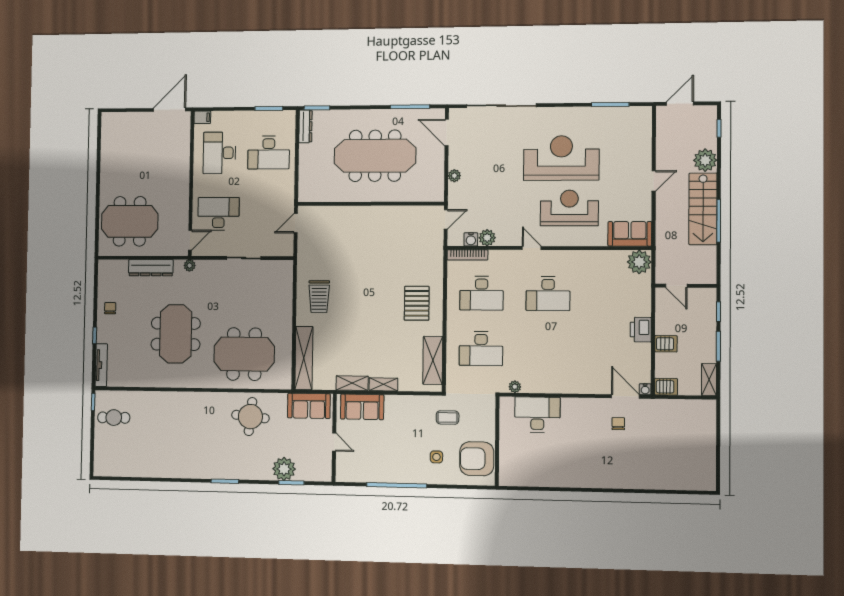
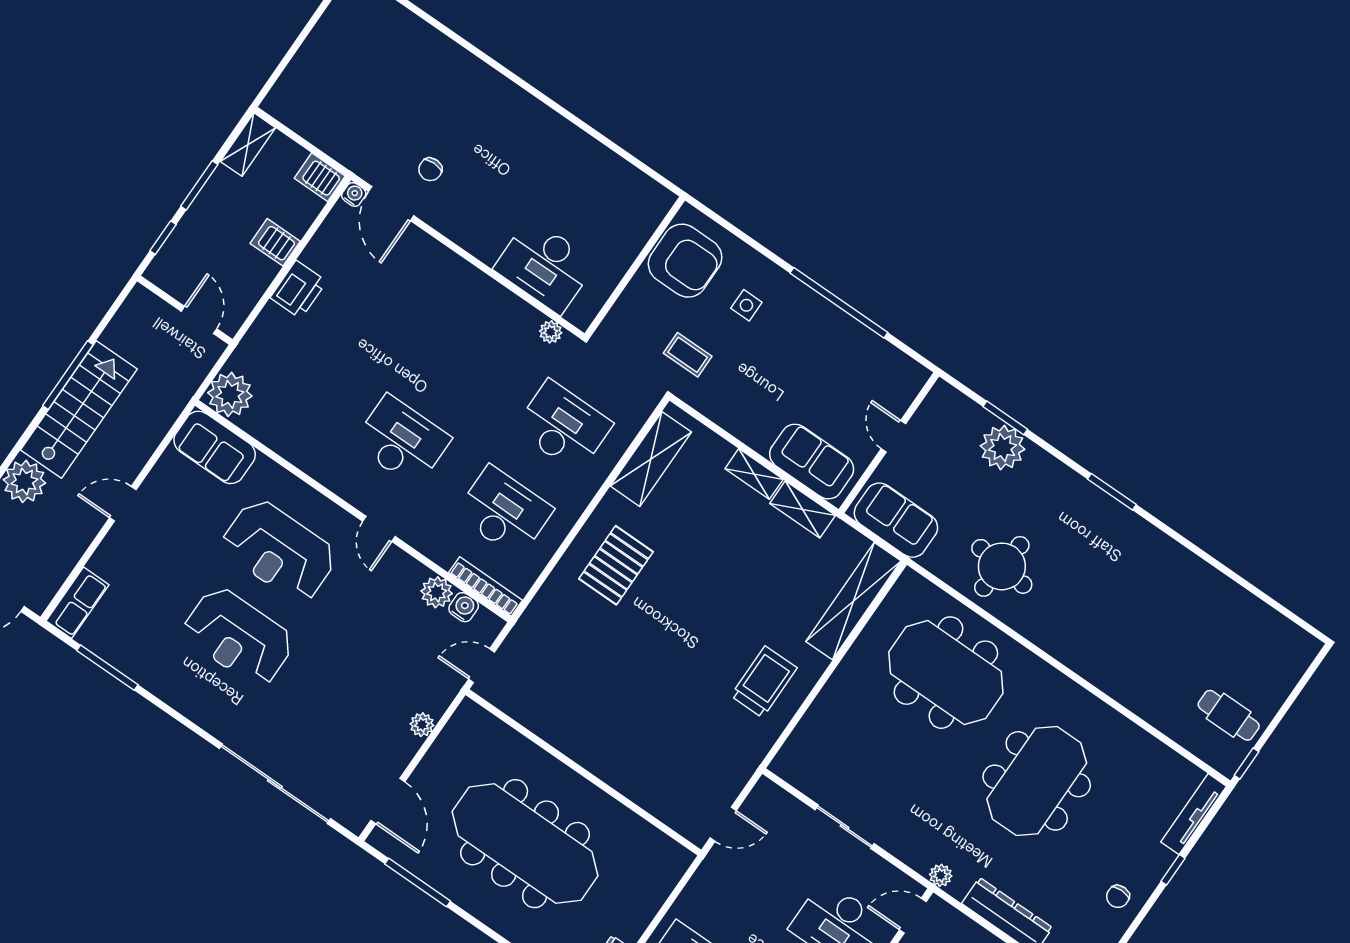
row of seats: (644, 123) -> (78, 603), added
reception desk: (561, 158) -> (238, 637), width x0.74, depth x0.77

